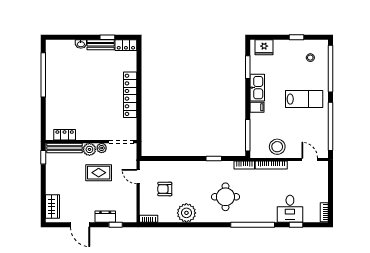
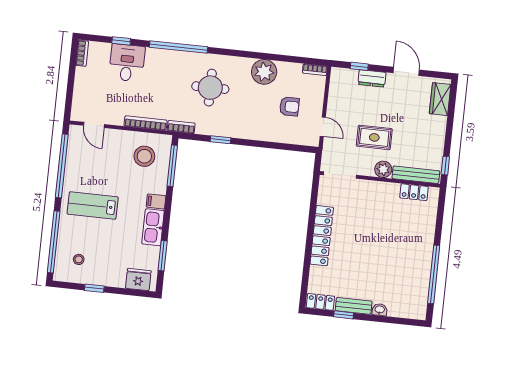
stool: (277, 147) -> (144, 156), moved
plant: (102, 148) -> (367, 169), removed

